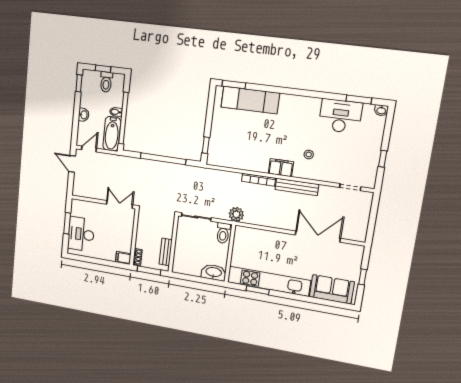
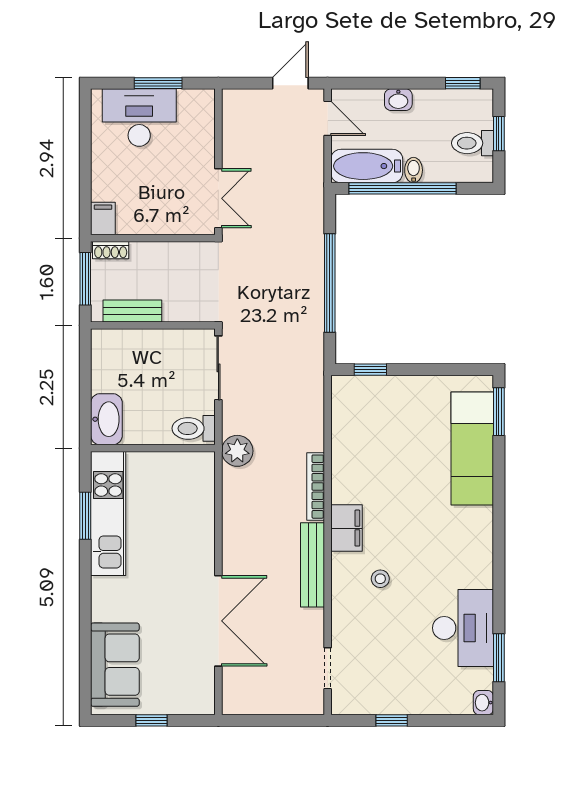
kitchen unit: (269, 281) -> (108, 513), width x0.73

